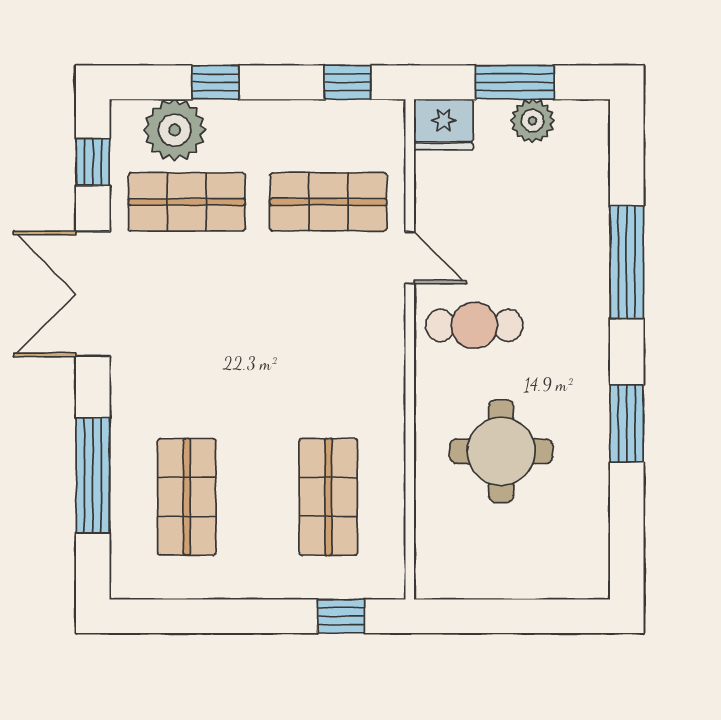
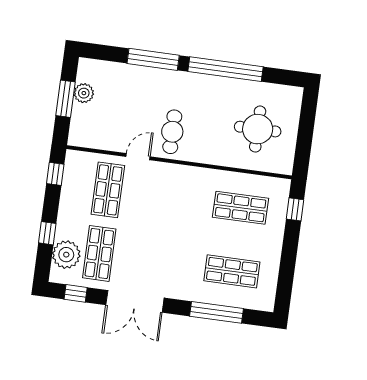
fridge: (444, 125) -> (80, 133), removed
window: (627, 423) -> (226, 69), width x2.11
round table: (501, 451) -> (258, 129), moved

